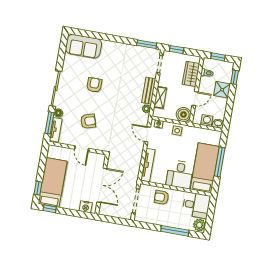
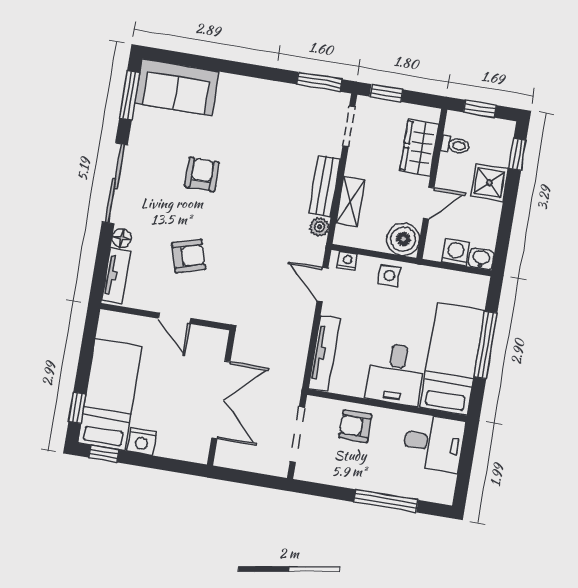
window: (50, 123) -> (130, 95), moved
nightstand: (86, 207) -> (142, 442), moved
plant: (199, 225) -> (441, 487), removed

